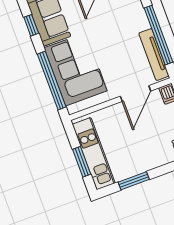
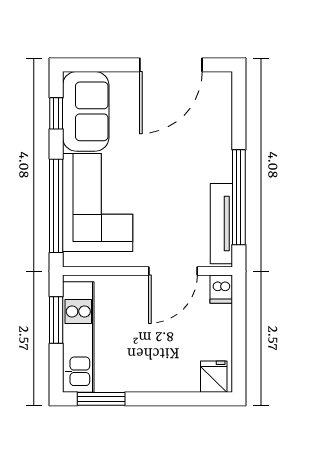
window: (82, 162) -> (56, 320), moved
window: (134, 181) -> (101, 399), moved

